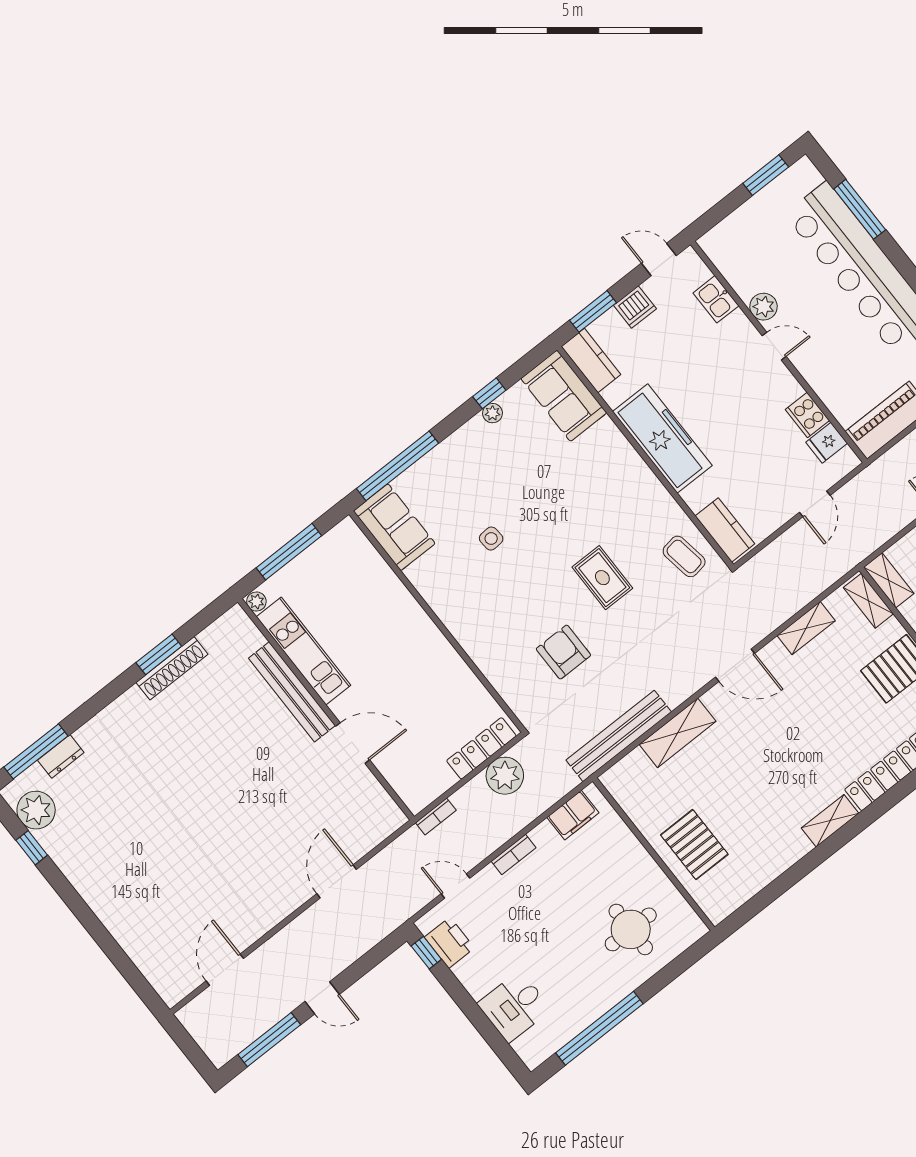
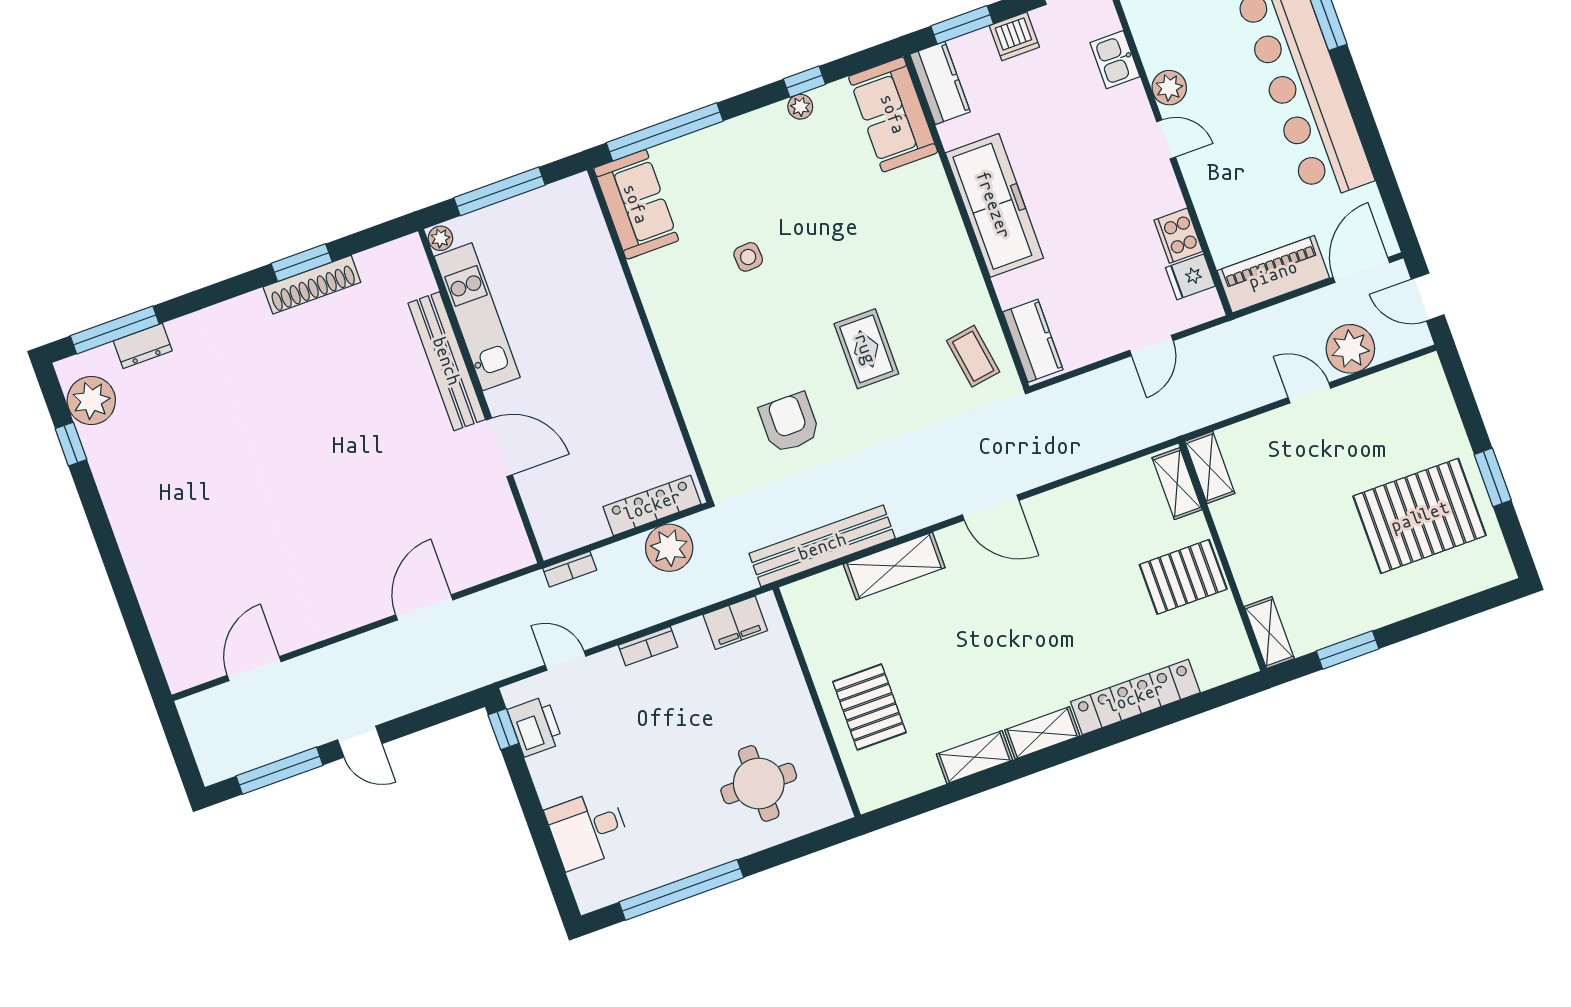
shelving: (806, 628) -> (974, 757), moved

